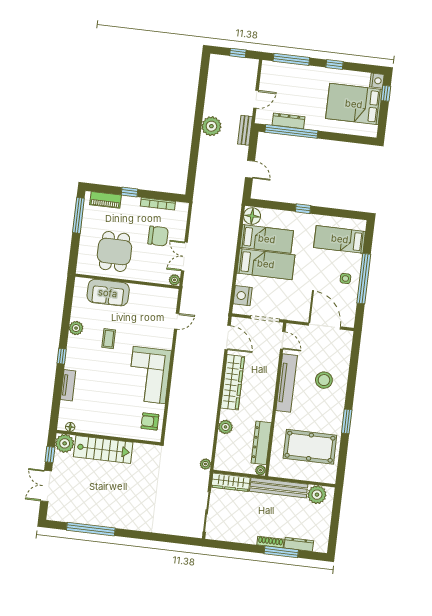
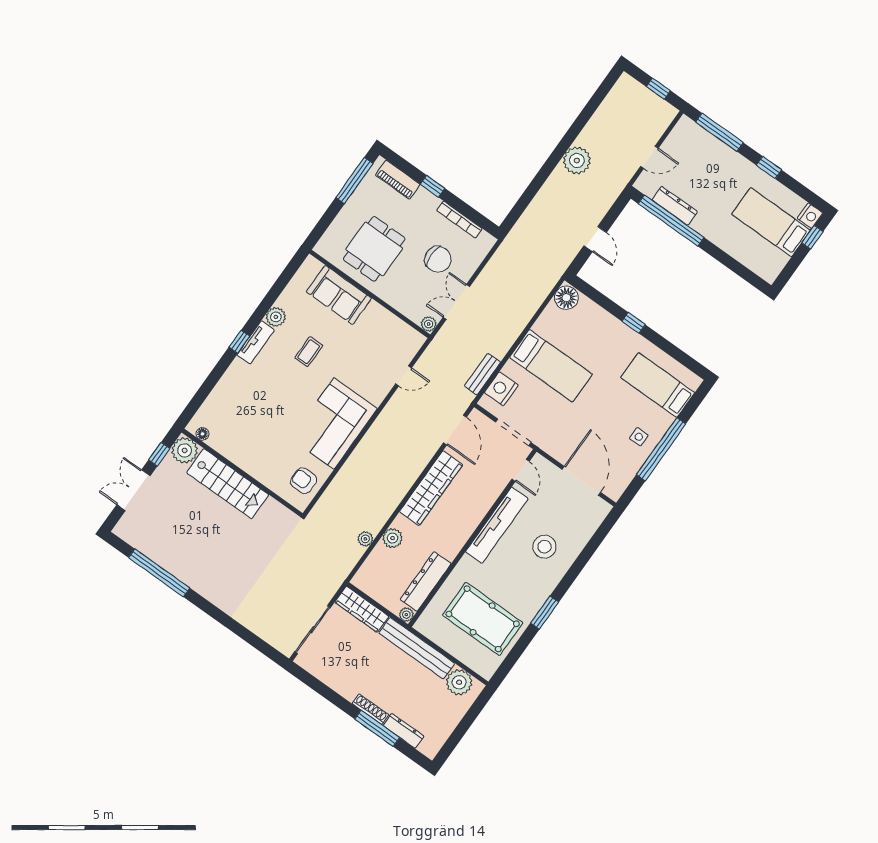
bed: (354, 104) -> (771, 222), width x0.67
bench: (245, 130) -> (482, 374), moved
bed: (267, 239) -> (569, 336), removed
tv unit: (68, 385) -> (256, 342), moved
plant: (205, 464) -> (365, 539), moved

